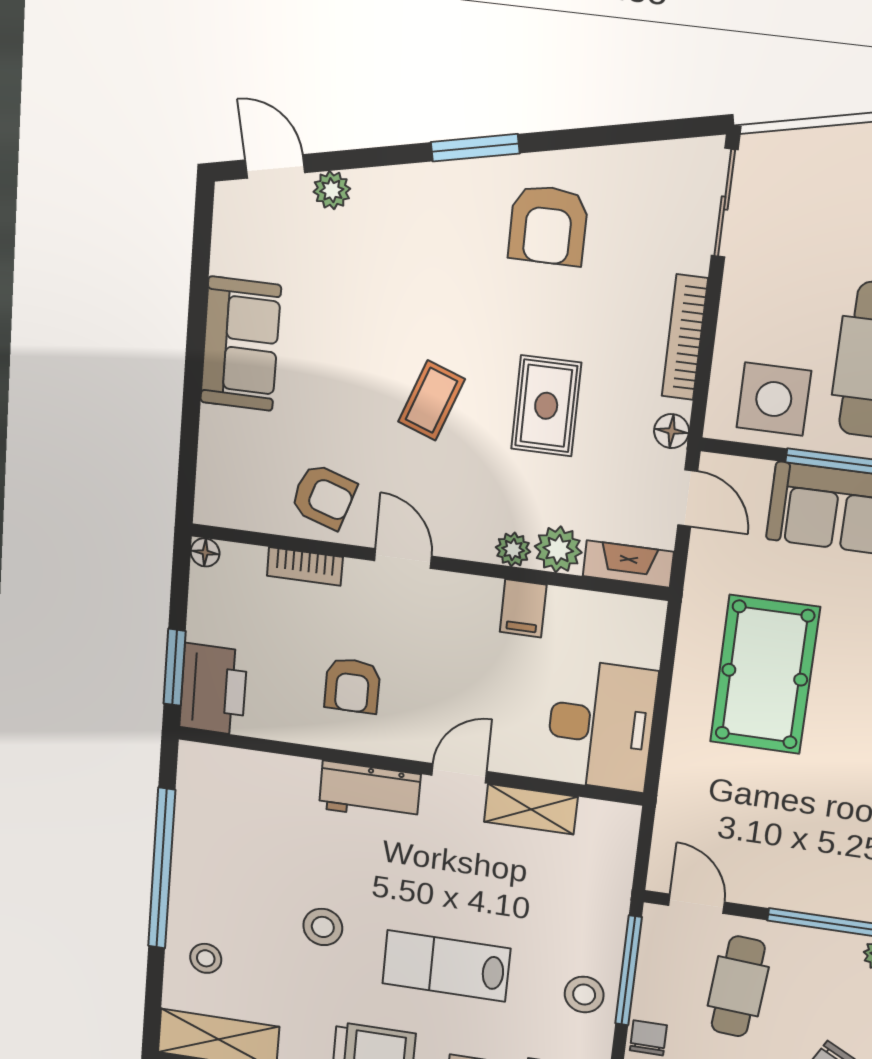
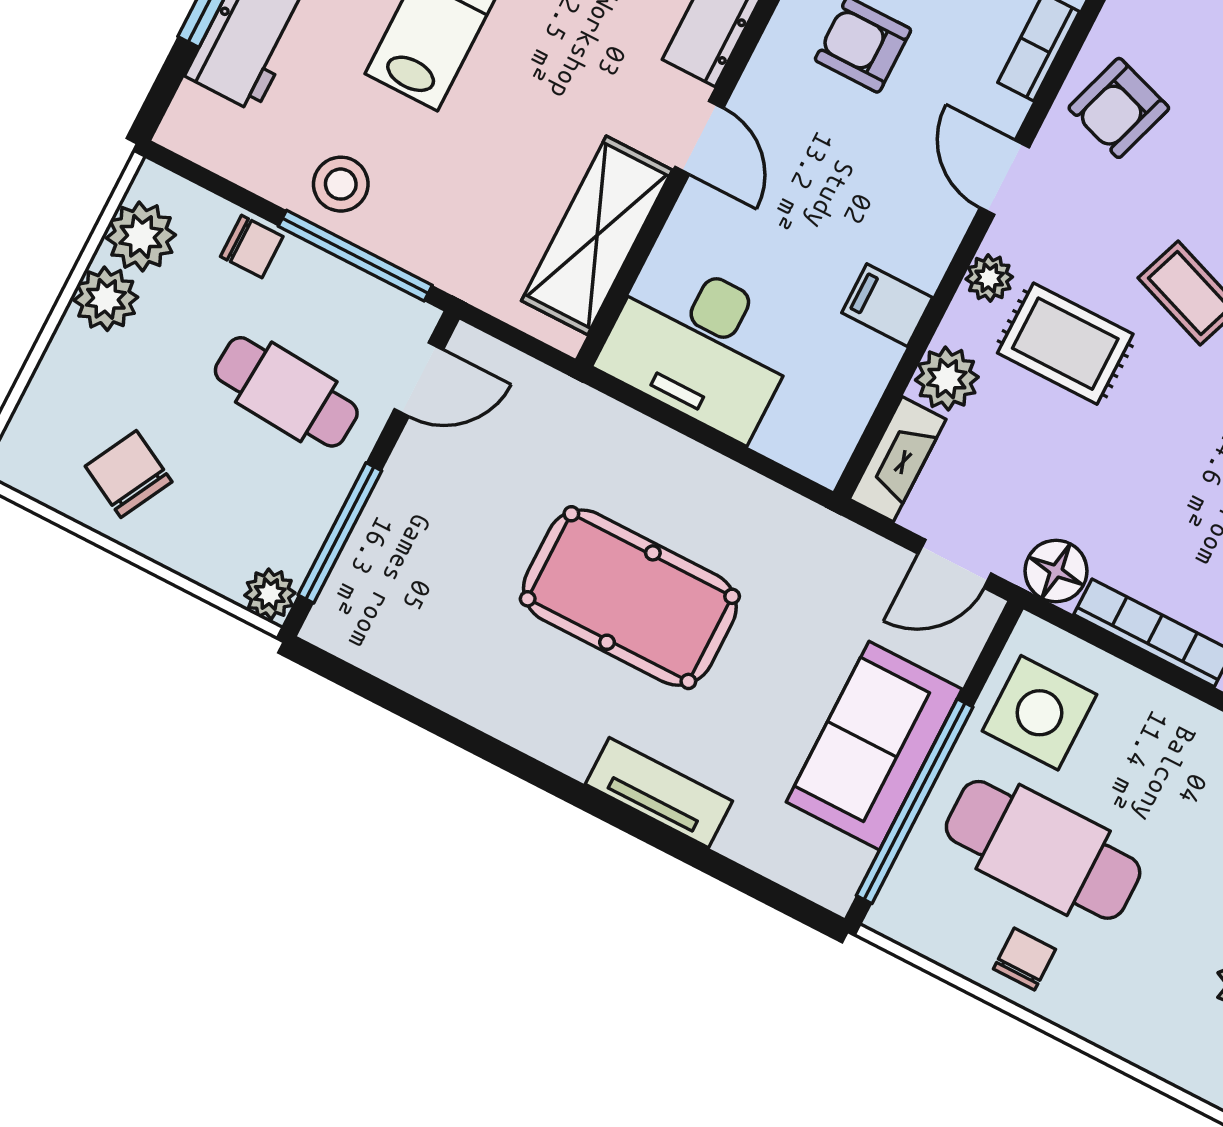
rug: (546, 406) -> (1065, 344), moved
floor lamp: (672, 431) -> (1056, 571), width x1.37, depth x1.37
plant: (513, 549) -> (989, 278), moved
door: (403, 558) -> (1004, 177), swing flipped
pool table: (765, 675) -> (630, 598), moved
shelving: (531, 809) -> (597, 235), width x1.50, depth x1.33

